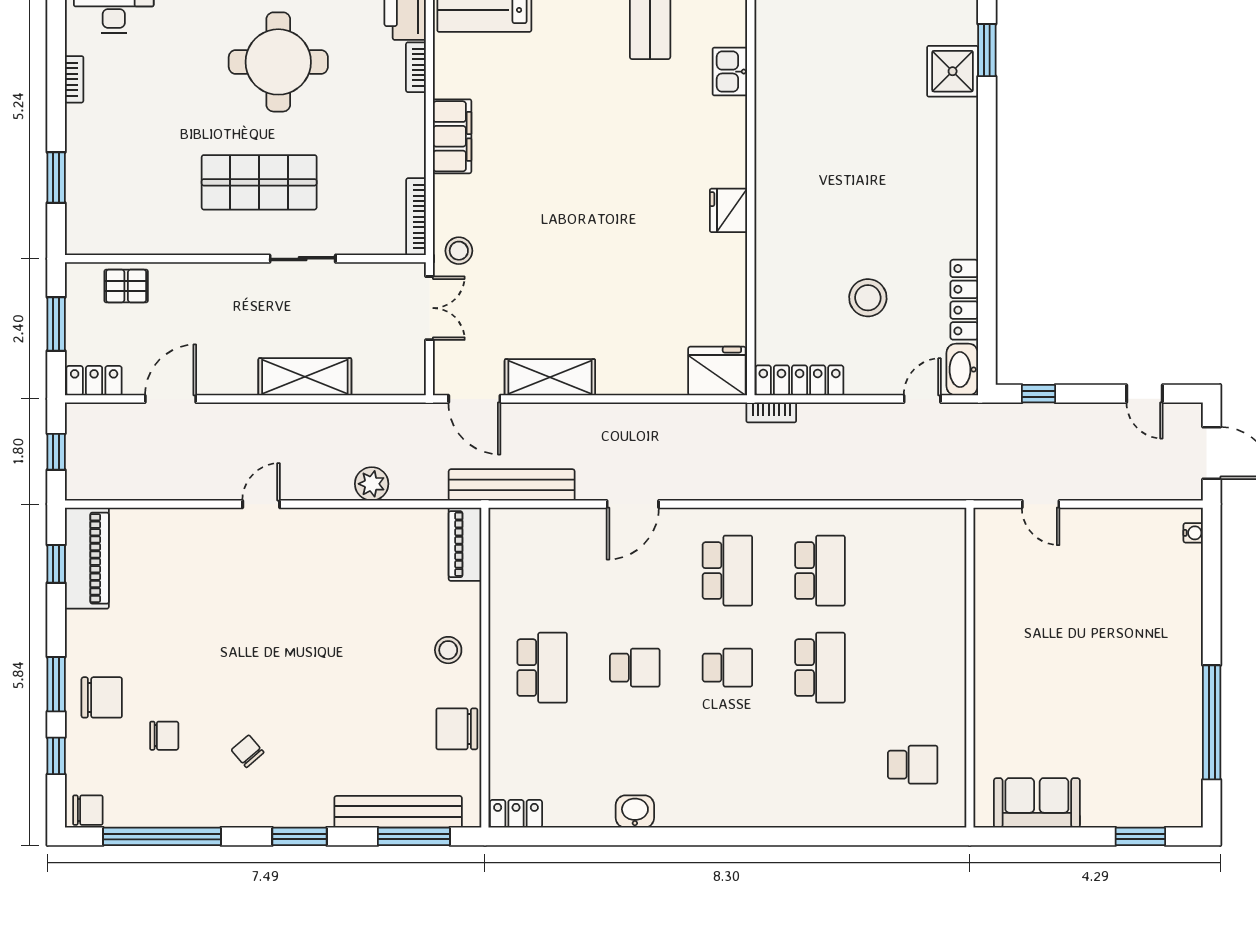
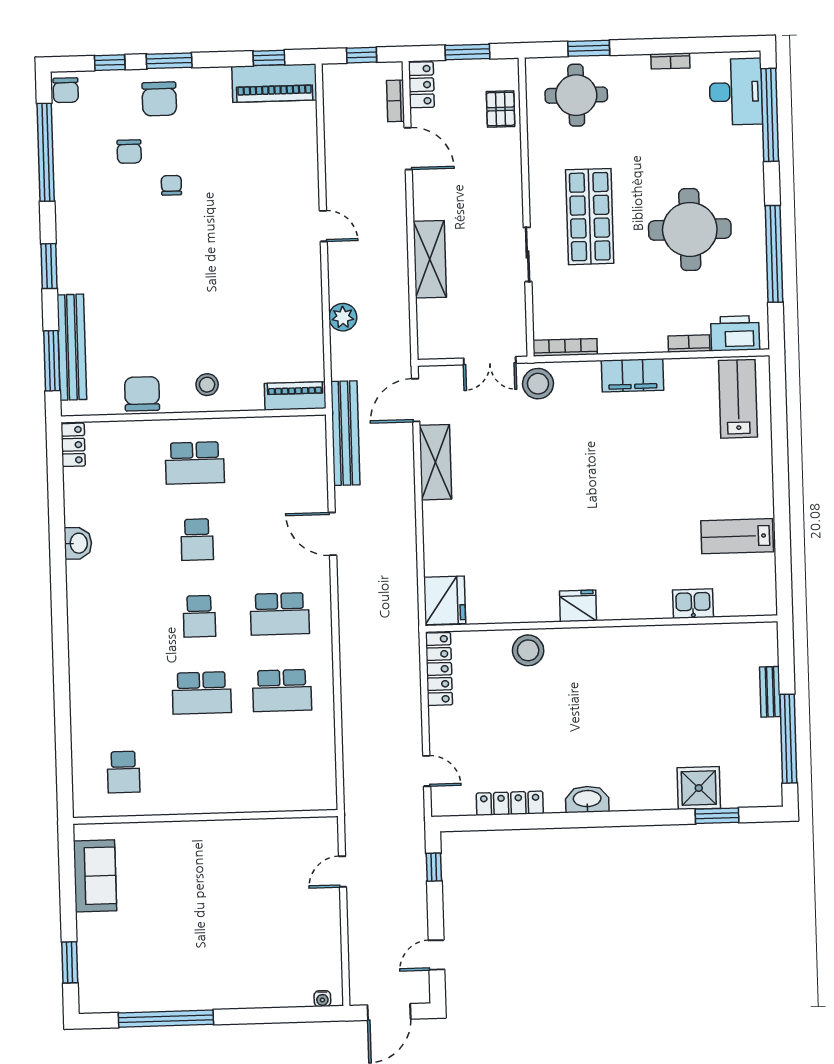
round table: (112, 194) -> (576, 95), added
stool: (459, 251) -> (538, 384), width x1.38, depth x1.38
stool: (868, 298) -> (528, 650), moved
washbasin: (962, 370) -> (587, 799), moved
bookcase: (771, 412) -> (396, 101), moved
chair: (248, 751) -> (171, 185), moved, turned -49

